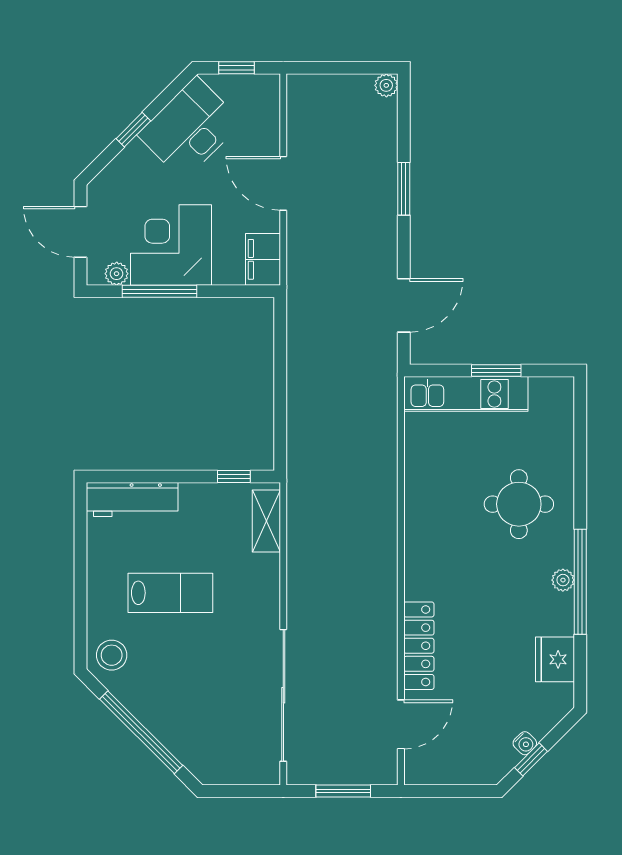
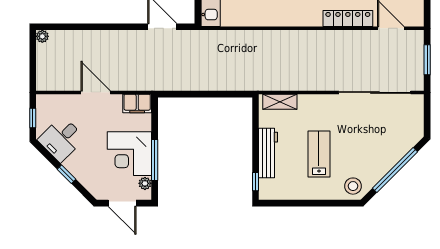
desk: (190, 129) -> (61, 139), width x0.73
door: (283, 183) -> (96, 92), swing flipped
window: (404, 189) -> (99, 27), removed
door: (80, 232) -> (122, 203), hinge flipped
window: (234, 476) -> (256, 182), moved
workbench: (132, 500) -> (268, 153), moved

